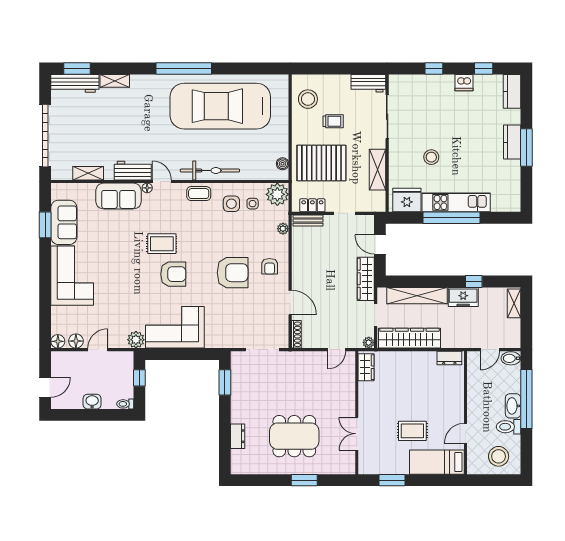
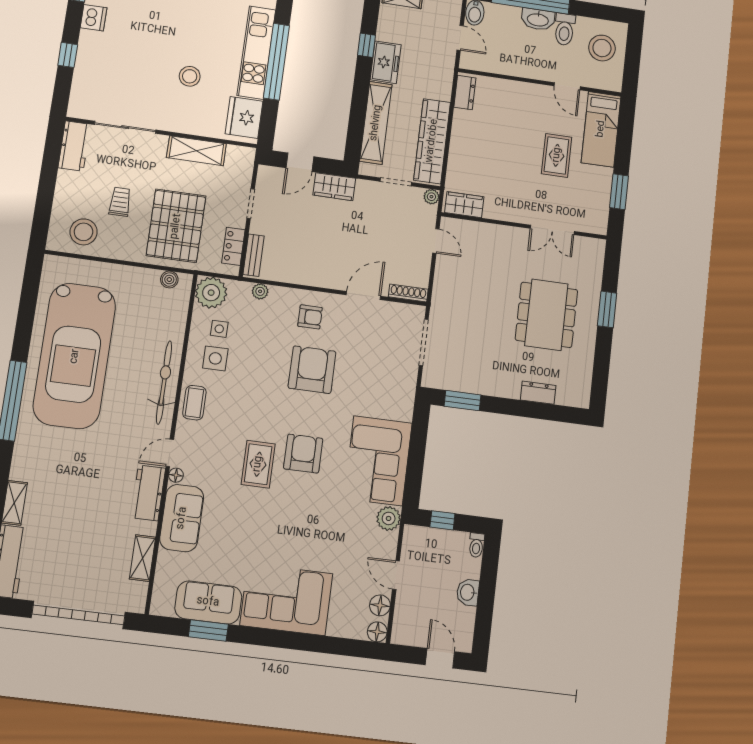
wardrobe: (366, 279) -> (334, 187), width x0.67

